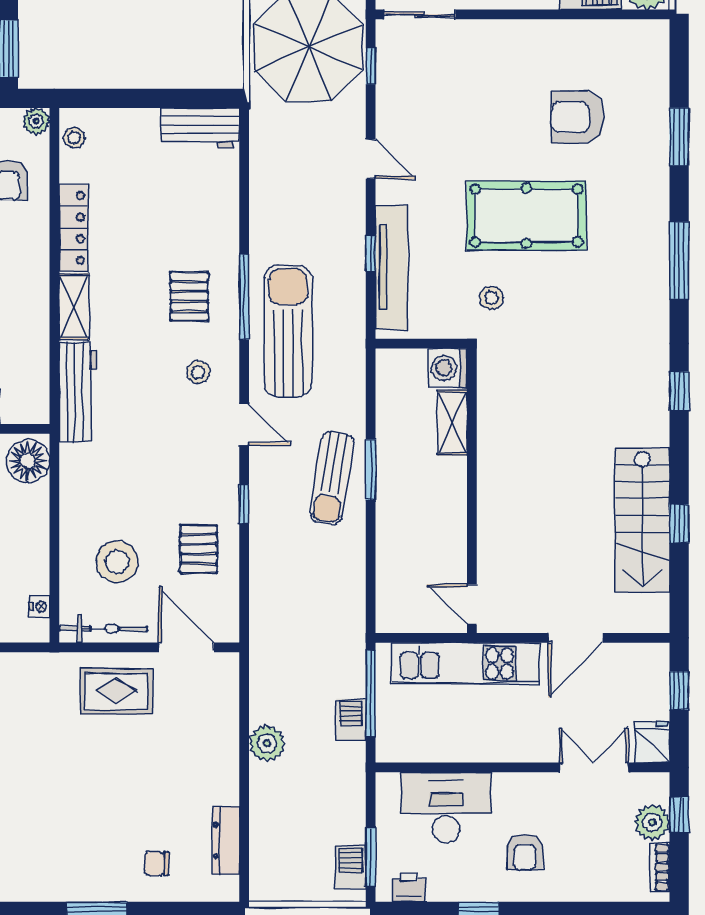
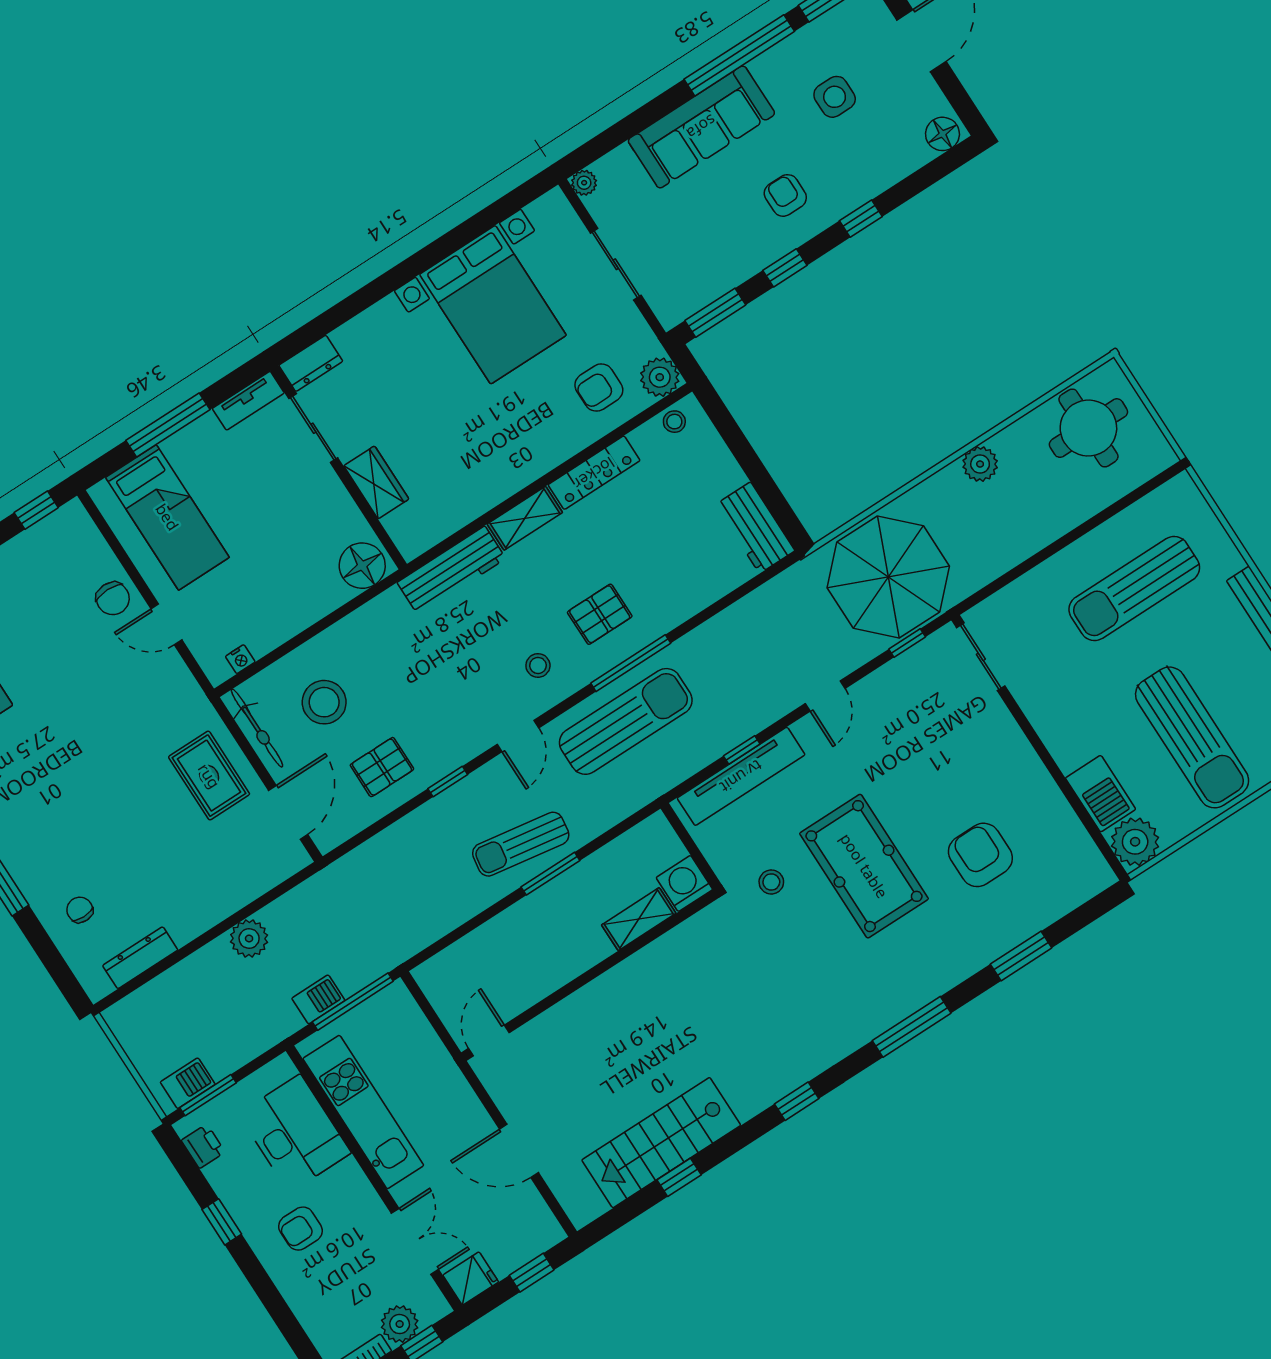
plant: (36, 121) -> (660, 377), width x1.38, depth x1.38
kitchen unit: (466, 663) -> (363, 1112), moved, turned 180

